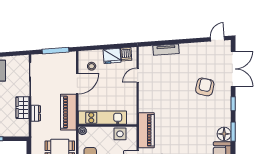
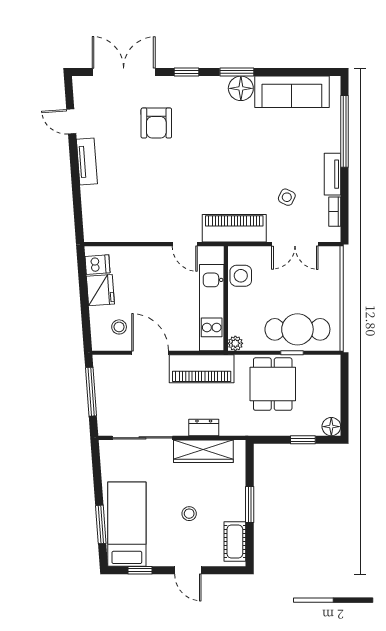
door: (218, 39) -> (71, 121), moved
tv unit: (166, 50) -> (87, 161), moved
door: (138, 75) -> (185, 244), moved
armchair: (205, 87) -> (156, 123), turned -102
wardrobe: (22, 108) -> (203, 451), width x1.50

